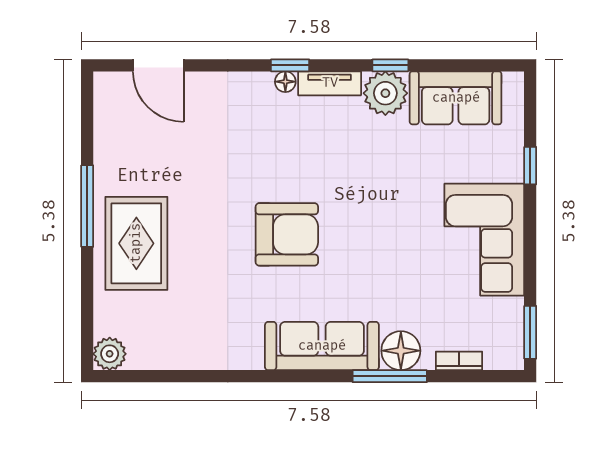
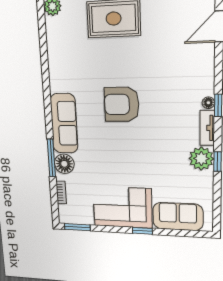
sofa: (456, 98) -> (178, 217), moved, turned 90
window: (530, 166) -> (142, 231), moved
armchair: (287, 234) -> (122, 104), turned 90

